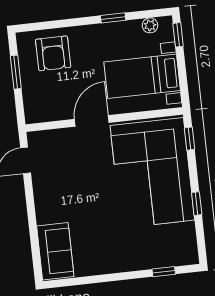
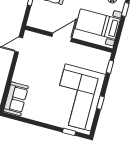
corner sofa: (152, 173) -> (78, 97), moved

